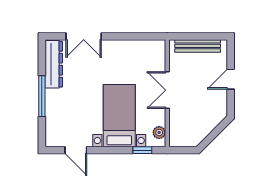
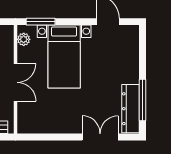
window: (42, 96) -> (143, 100), moved
window: (142, 150) -> (41, 22), width x1.50

